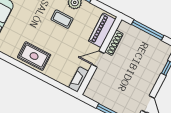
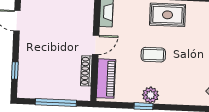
coffee table: (62, 19) -> (153, 55), moved

